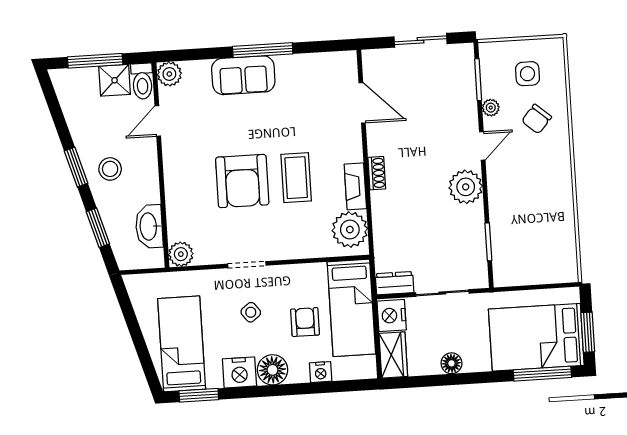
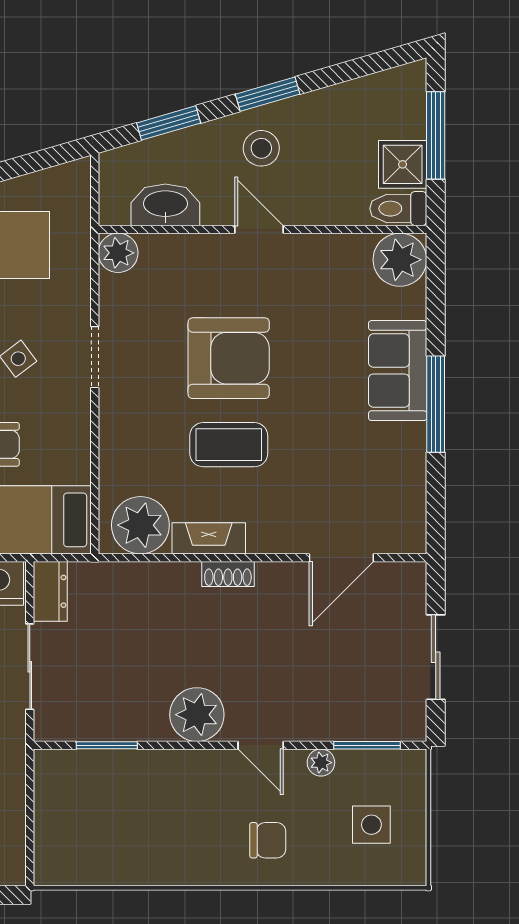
plant: (169, 74) -> (400, 260), width x1.36, depth x1.36
chair: (537, 119) -> (268, 840), moved, turned 139
door: (158, 121) -> (259, 229), moved
armchair: (242, 181) -> (229, 358), turned 180

